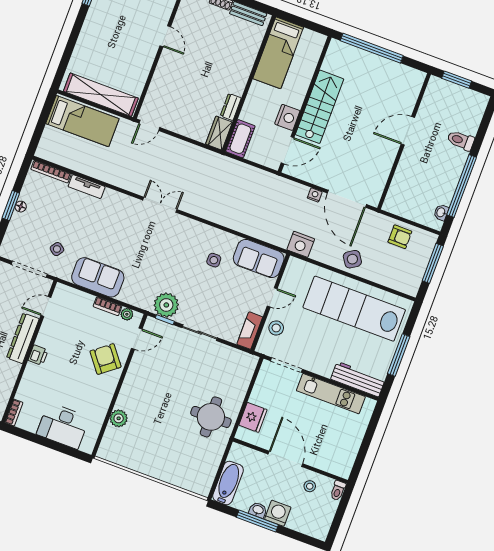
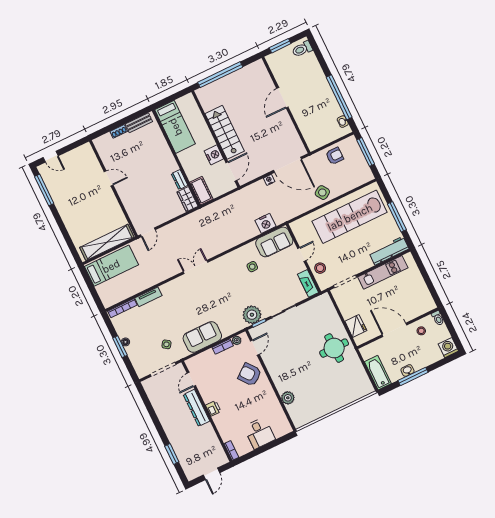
toilet: (461, 140) -> (302, 49), moved
nightstand: (301, 244) -> (265, 223), moved
desk: (63, 426) -> (259, 433), width x0.73
washing machine: (278, 513) -> (448, 348), moved

